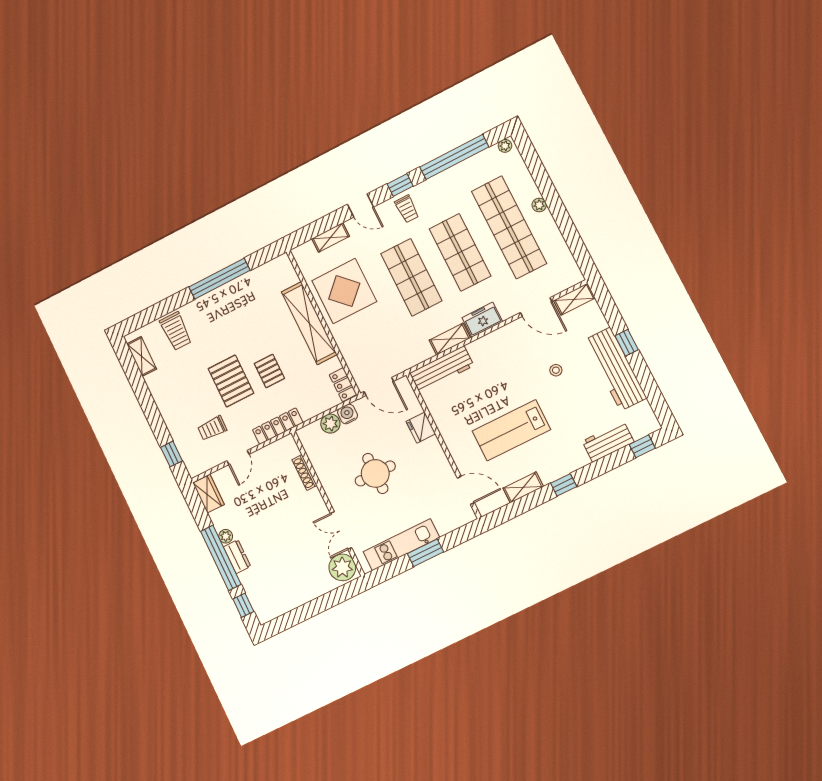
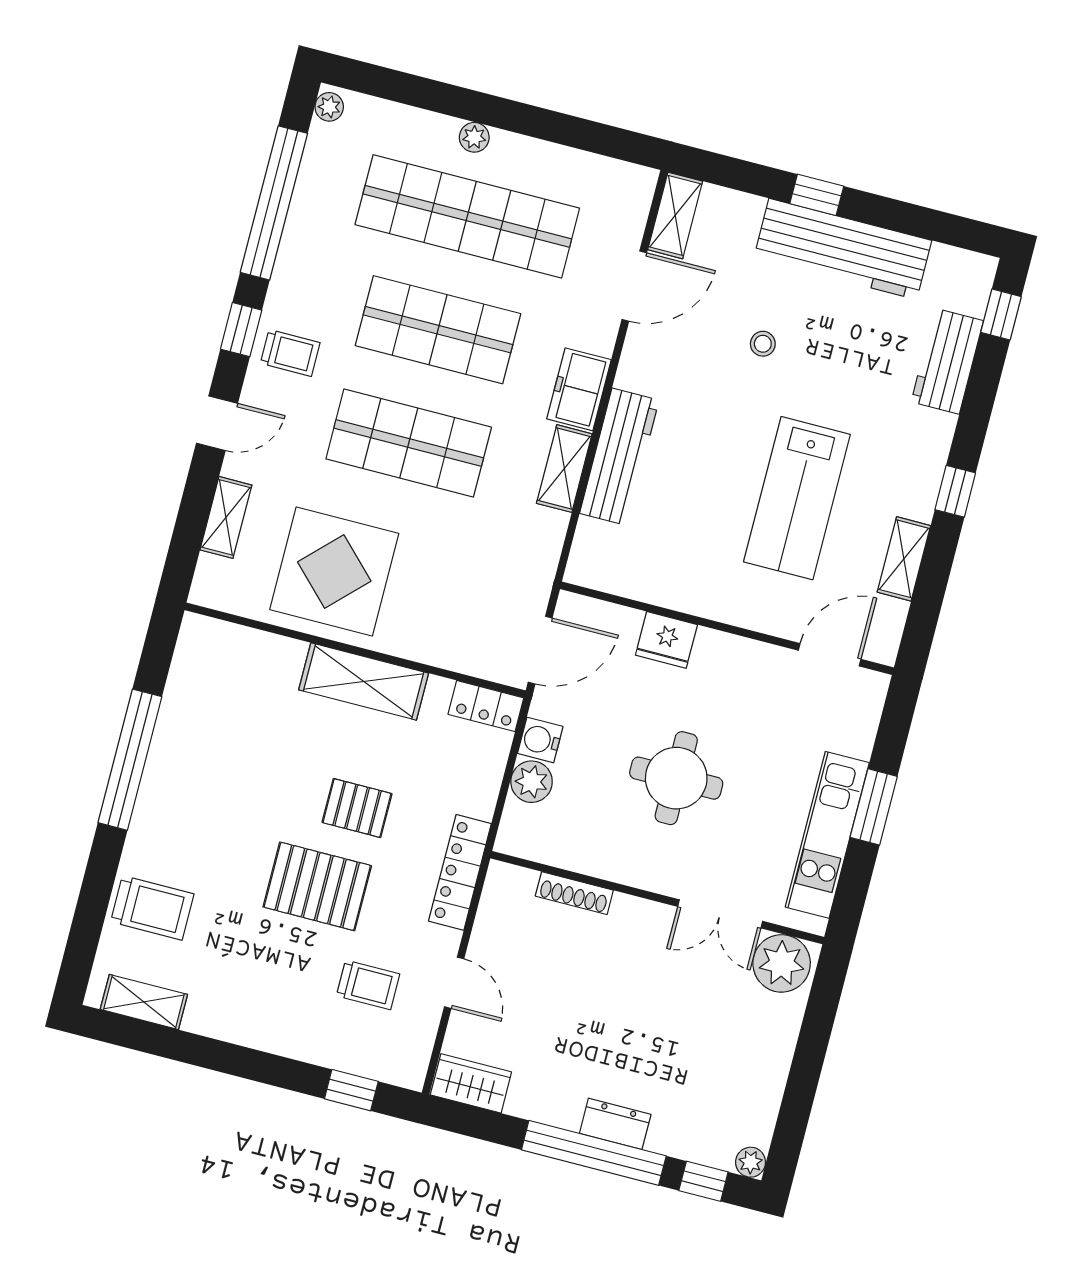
shelving: (309, 323) -> (364, 681), width x0.68
workbench: (442, 369) -> (619, 457), moved
trolley: (212, 428) -> (368, 985), turned -91
plant: (226, 536) -> (751, 1162), moved

